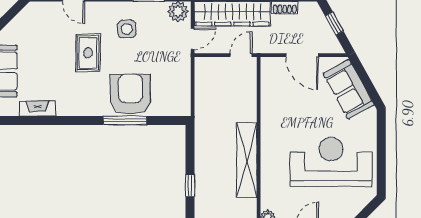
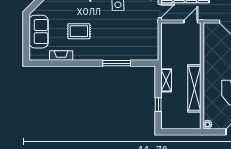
rug: (88, 53) -> (79, 31), moved, turned 90
armchair: (130, 94) -> (120, 46), removed
shelving: (202, 148) -> (166, 80), added

